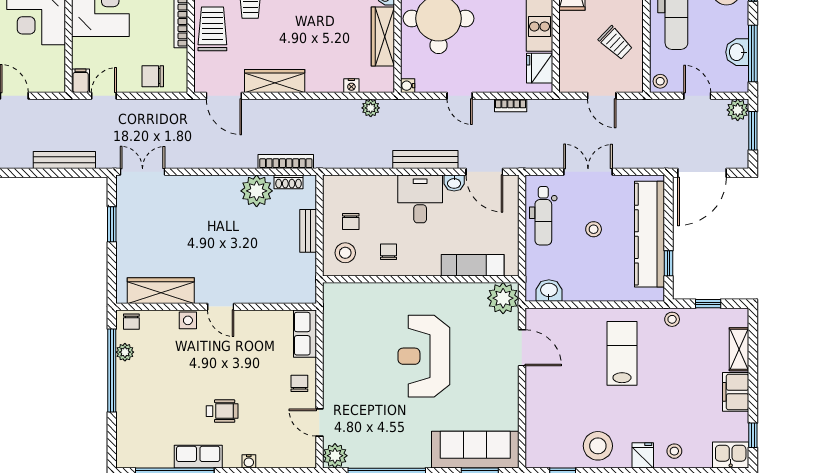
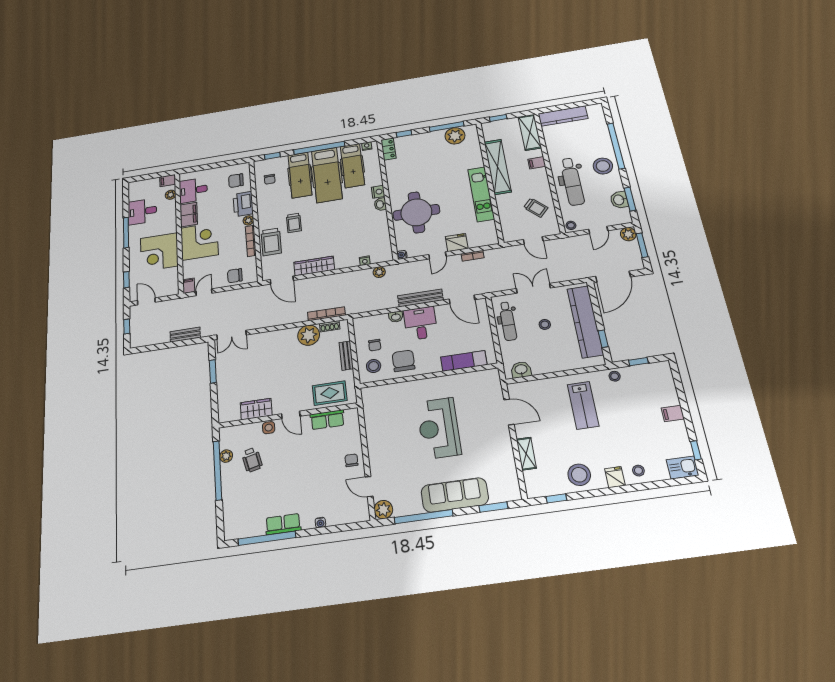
trolley: (212, 29) -> (271, 242), turned 180
wardrobe: (383, 37) -> (382, 229), removed
window: (753, 54) -> (630, 199), width x0.69
fridge: (540, 68) -> (457, 243), moved, turned 90
door: (460, 96) -> (437, 255), hinge flipped
door: (697, 96) -> (598, 230), swing flipped
bench: (64, 160) -> (185, 335), width x0.73
double door: (143, 172) -> (232, 335), swing flipped
washbasin: (454, 183) -> (396, 317), moved
chair: (388, 252) -> (403, 361), width x1.87, depth x1.87
rug: (279, 283) -> (330, 393), added
wardrobe: (161, 291) -> (256, 409), width x0.67
plant: (503, 298) -> (489, 380), removed
chair: (131, 322) -> (230, 434), removed
row of seats: (305, 334) -> (327, 420), moved, turned -90
shelving: (739, 349) -> (526, 454), moved
lab bench: (622, 353) -> (583, 405), turned 180
filing cabinet: (736, 392) -> (673, 414), width x0.50
wheelchair: (222, 411) -> (252, 460), moved, turned 77
sofa: (475, 450) -> (455, 495), moved

